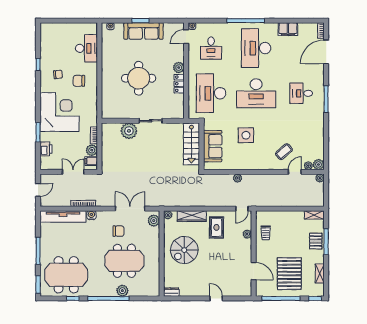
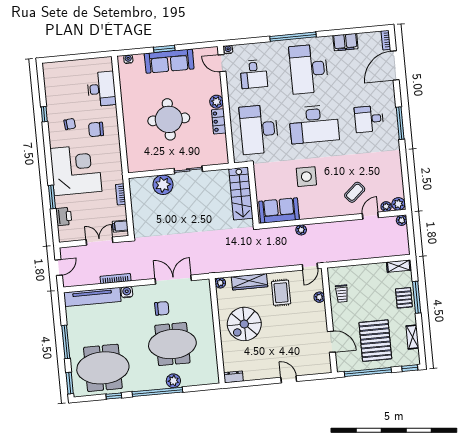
door: (186, 37) -> (222, 63), hinge flipped
sofa: (213, 146) -> (279, 210), moved, turned -90
plant: (92, 150) -> (120, 213), removed
plant: (154, 221) -> (204, 292), removed

